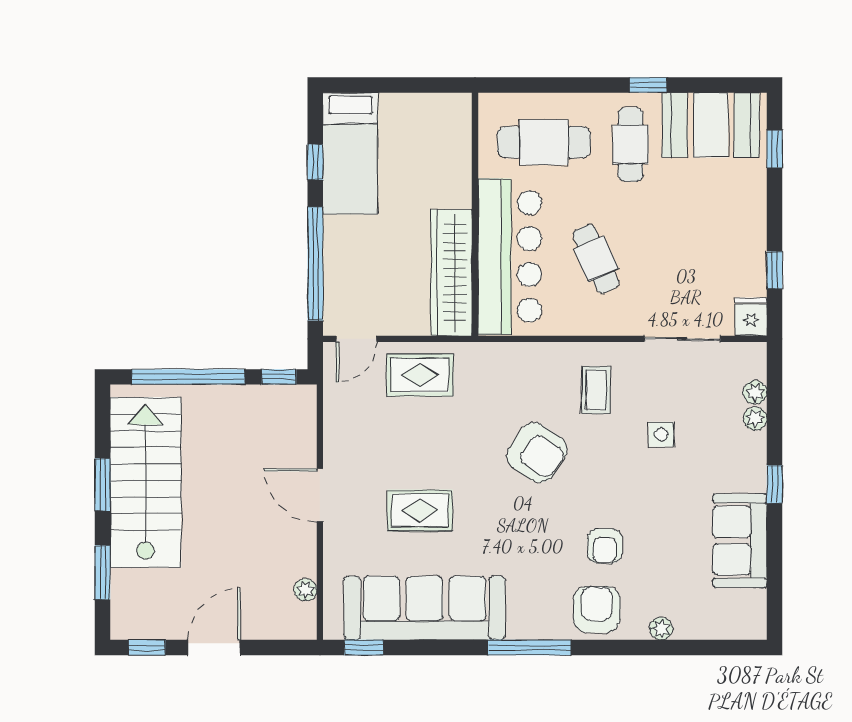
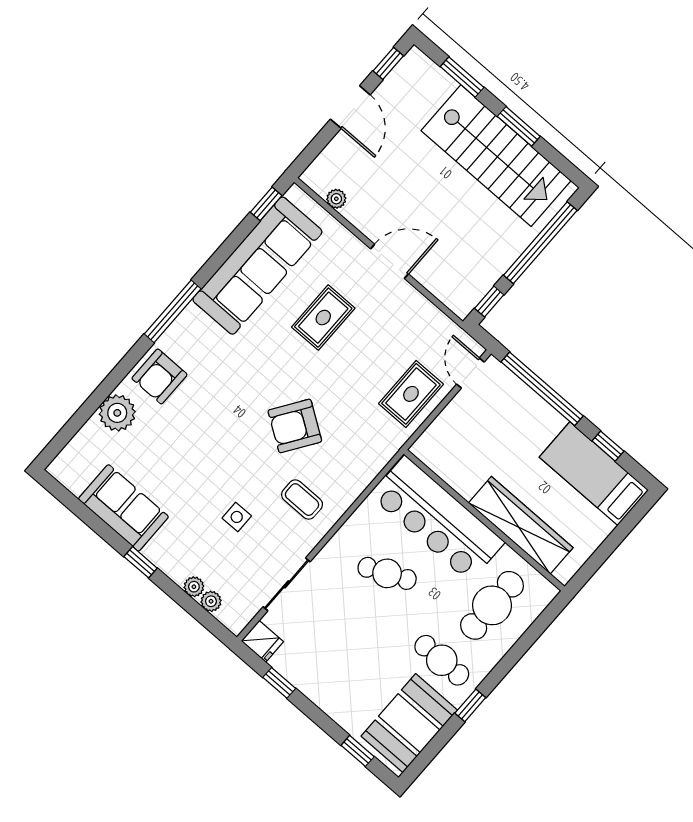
wardrobe: (452, 273) -> (521, 525), moved
armchair: (605, 546) -> (196, 417), removed
armchair: (597, 609) -> (159, 376), turned 90
plant: (661, 629) -> (117, 413), width x1.87, depth x1.87

